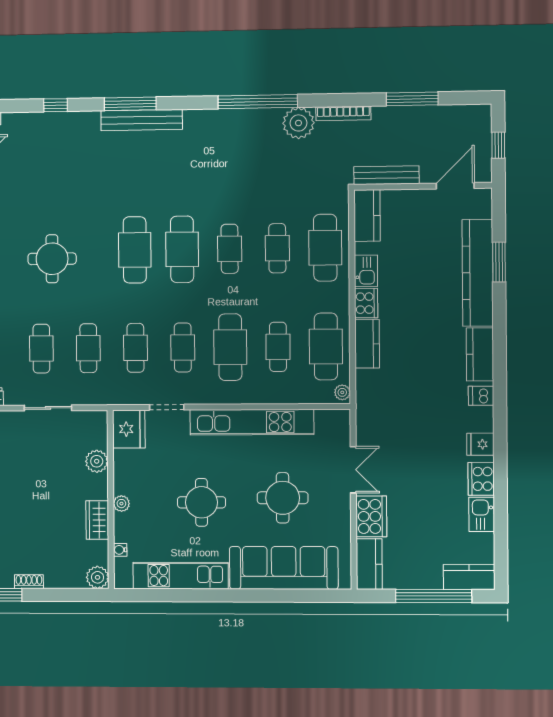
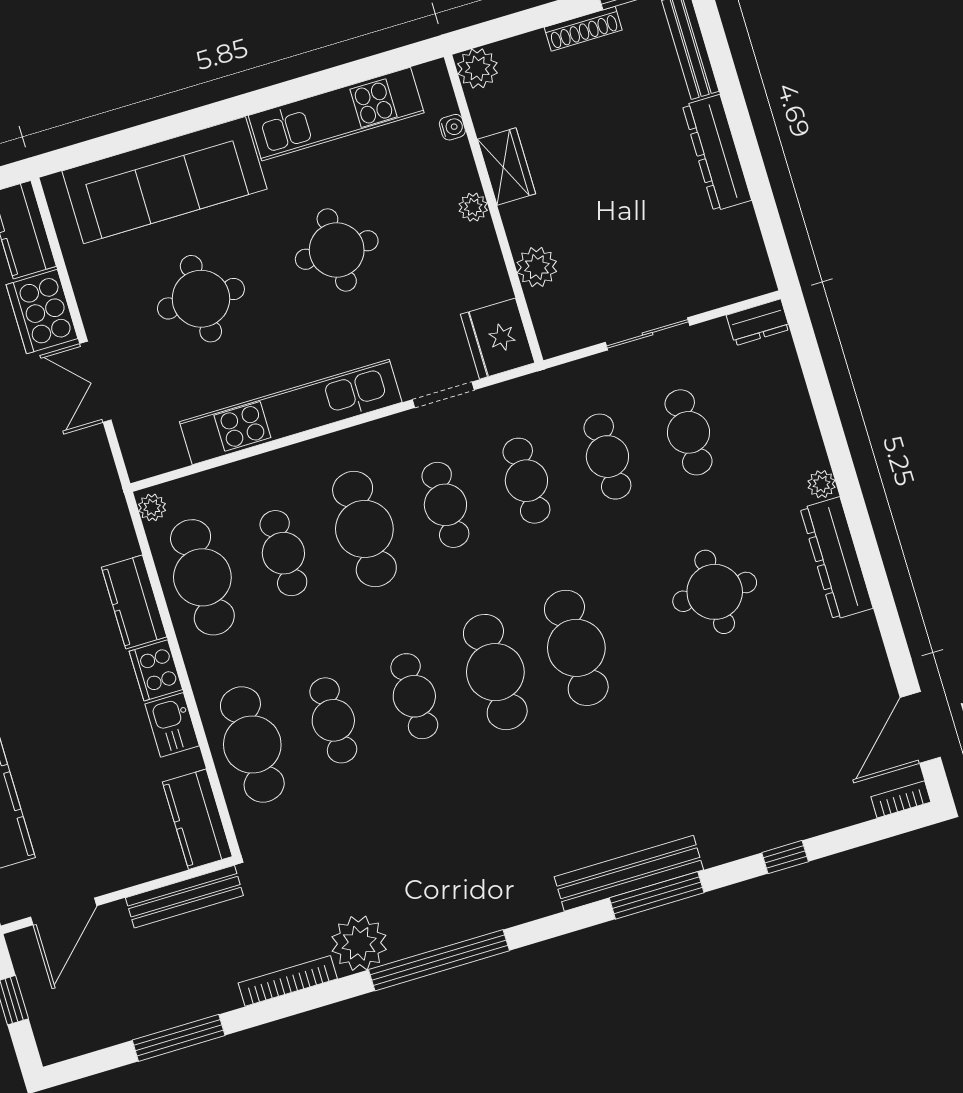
shoe rack: (29, 582) -> (583, 29), width x1.43

